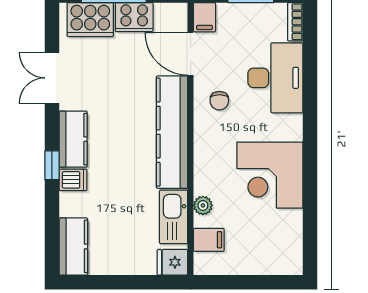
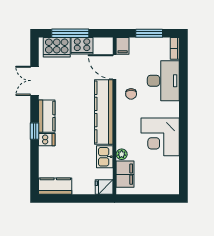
kitchen sink: (174, 217) -> (105, 157), width x0.73
filing cabinet: (209, 240) -> (125, 174), width x2.00
kitchen counter: (73, 246) -> (55, 186), moved, turned -90

